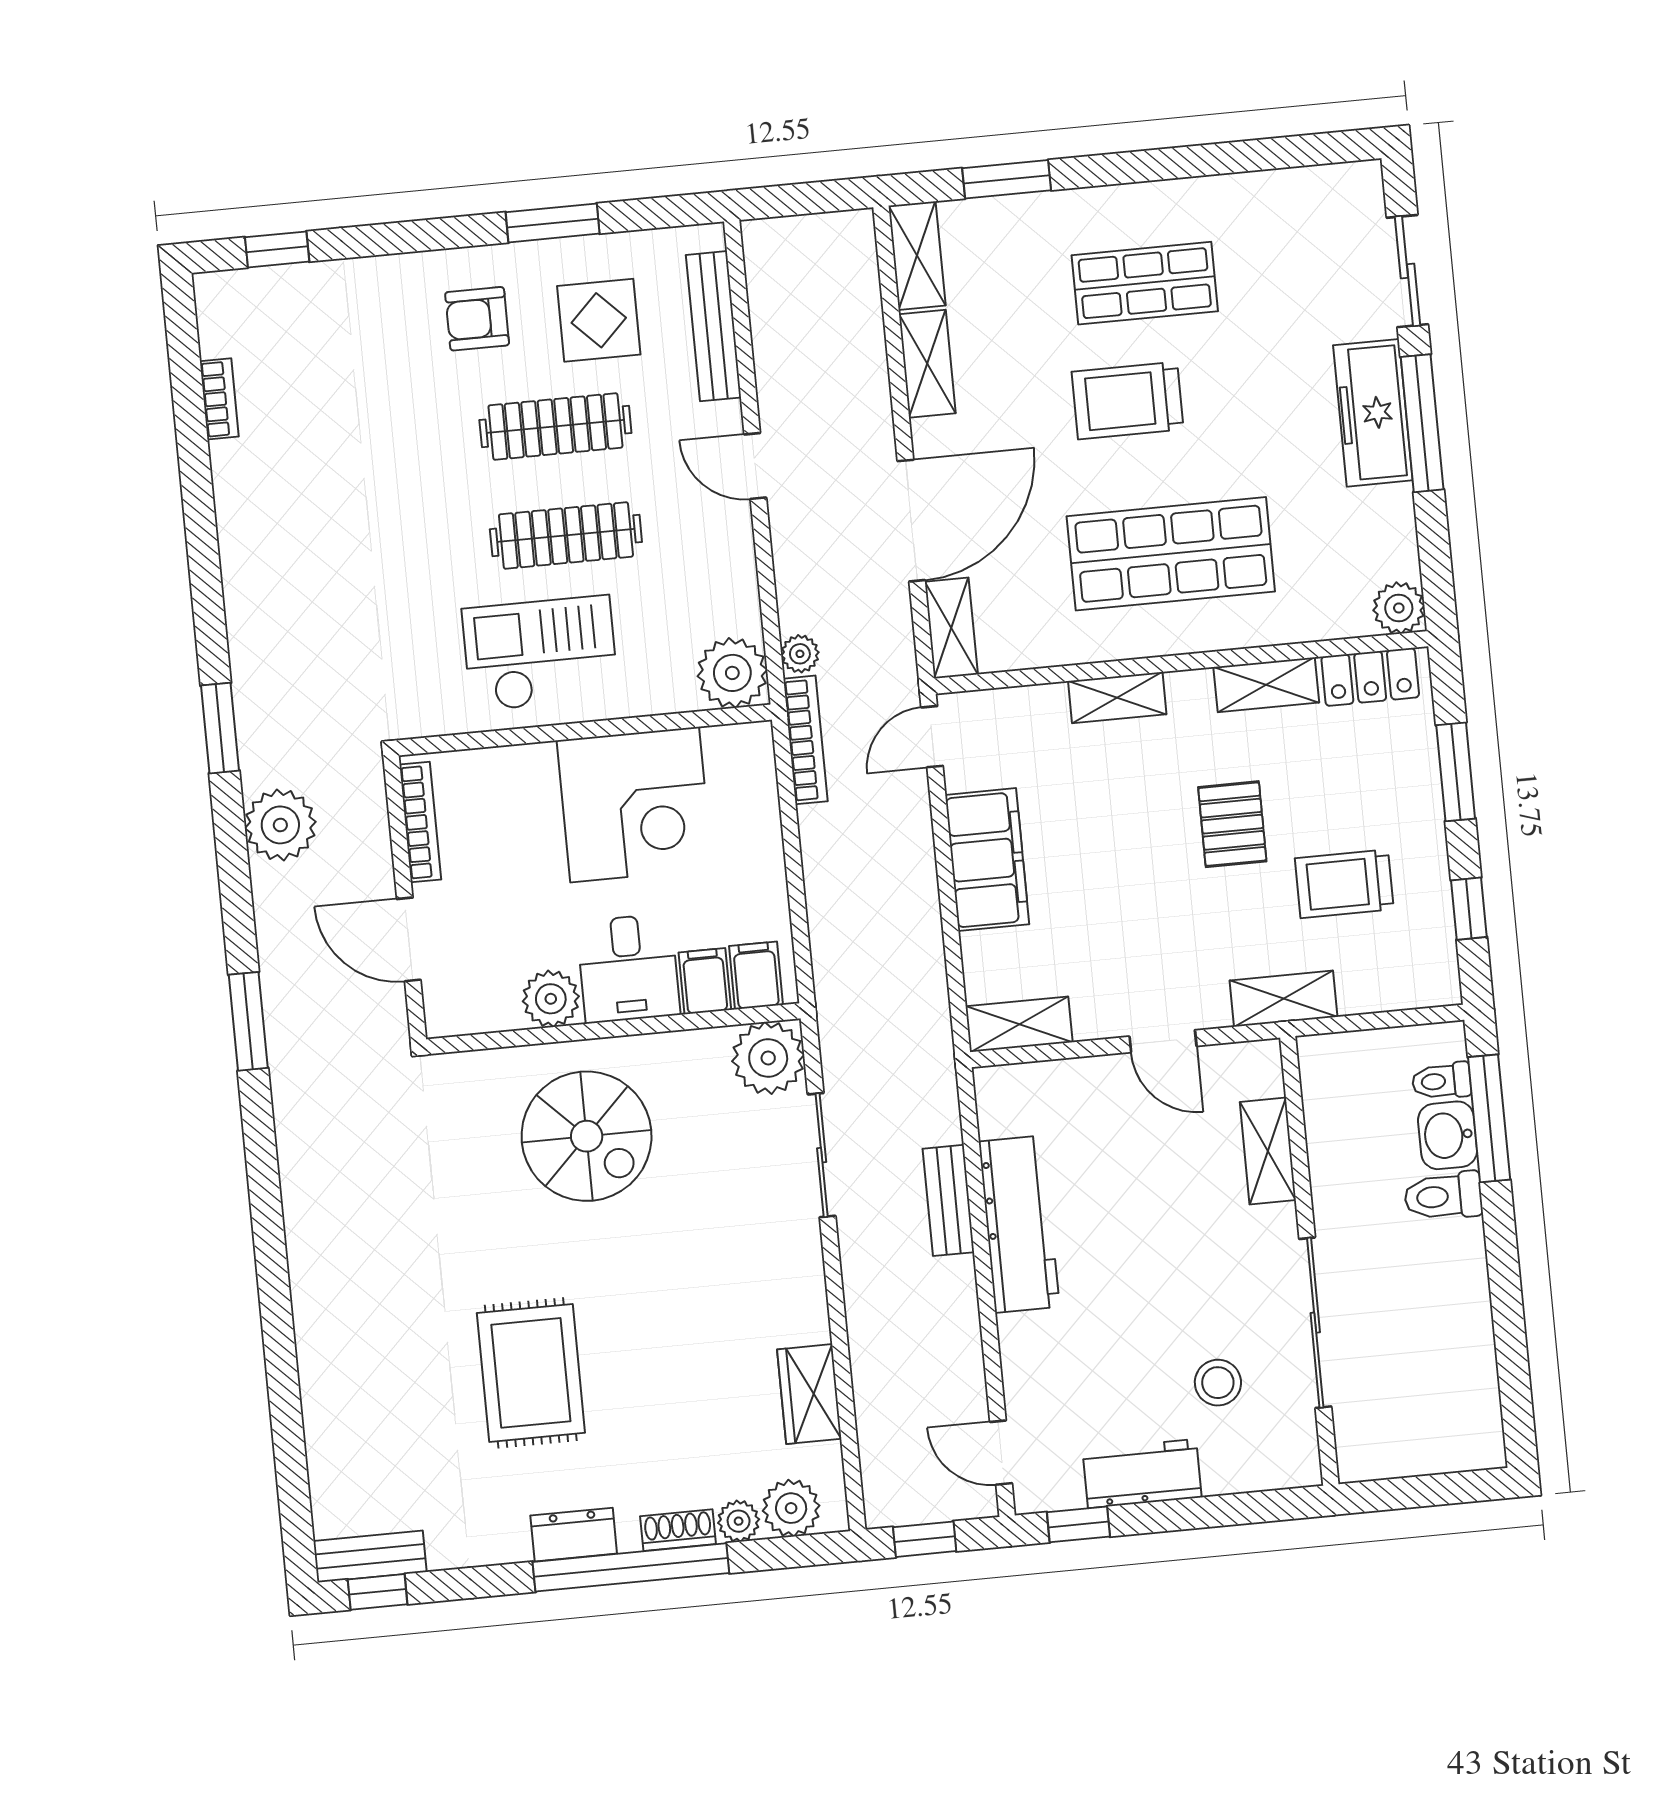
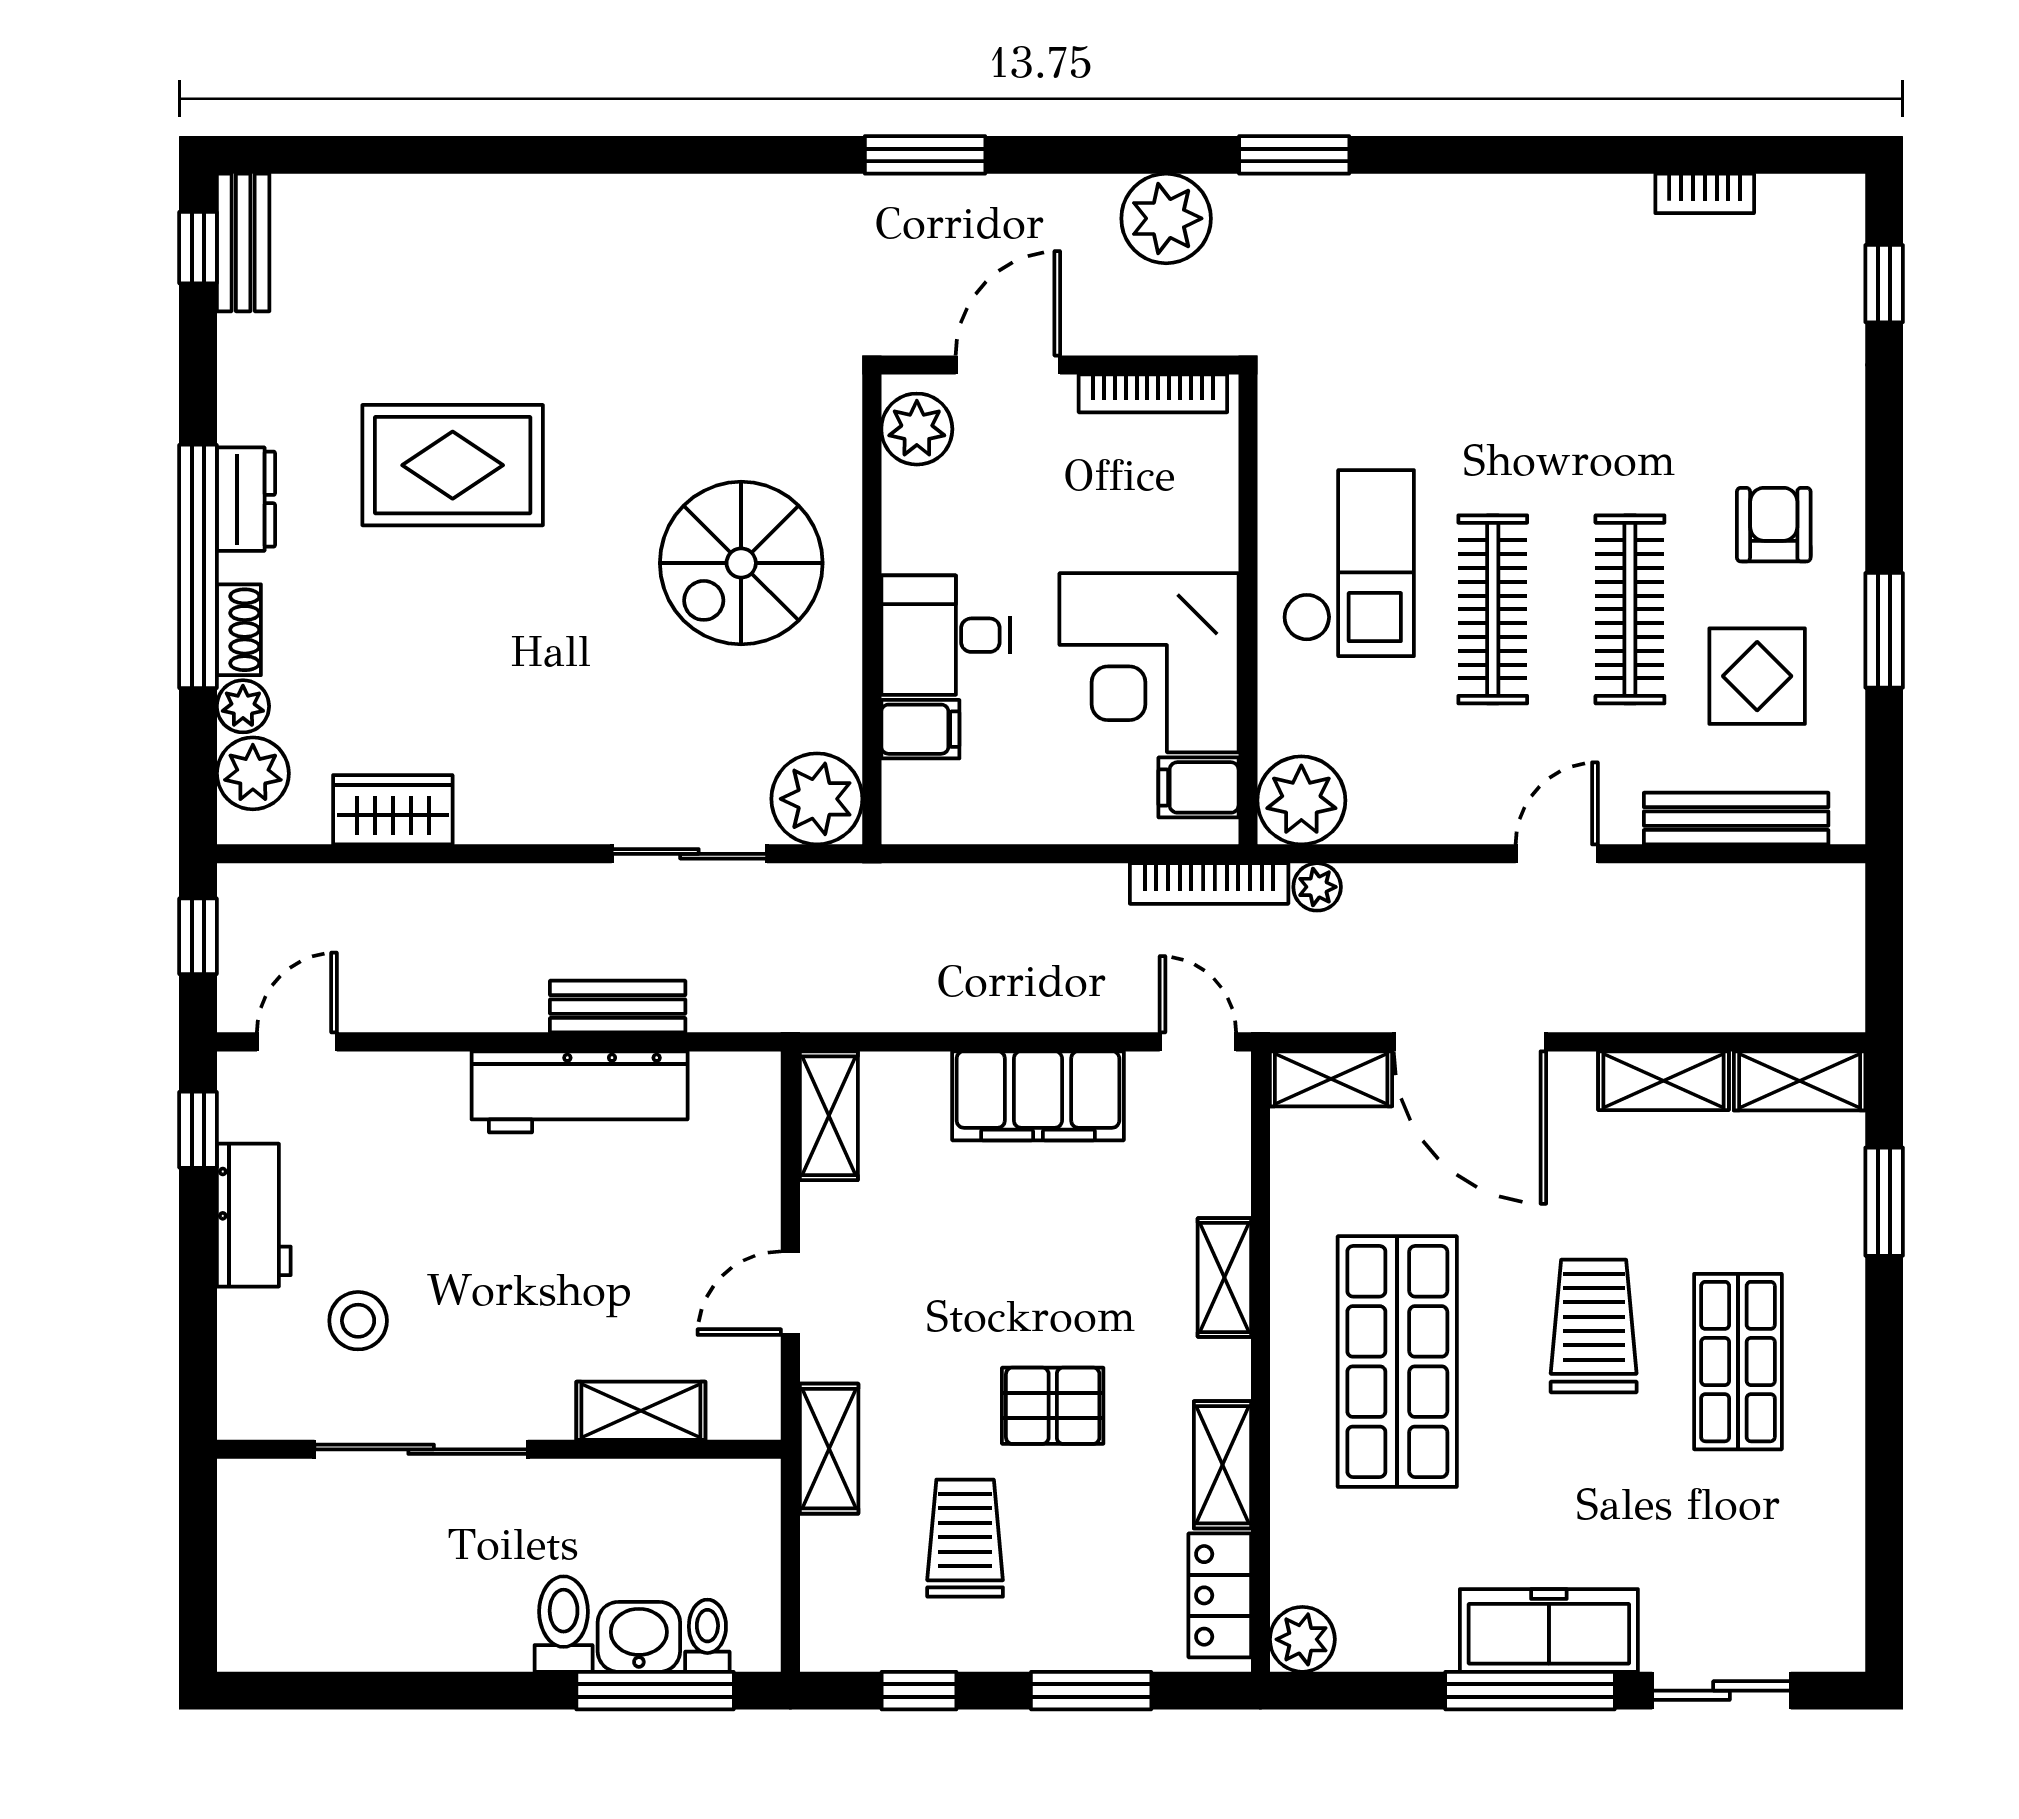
filing cabinet: (756, 975) -> (1198, 787), moved, turned 180
plant: (551, 999) -> (917, 429), moved

